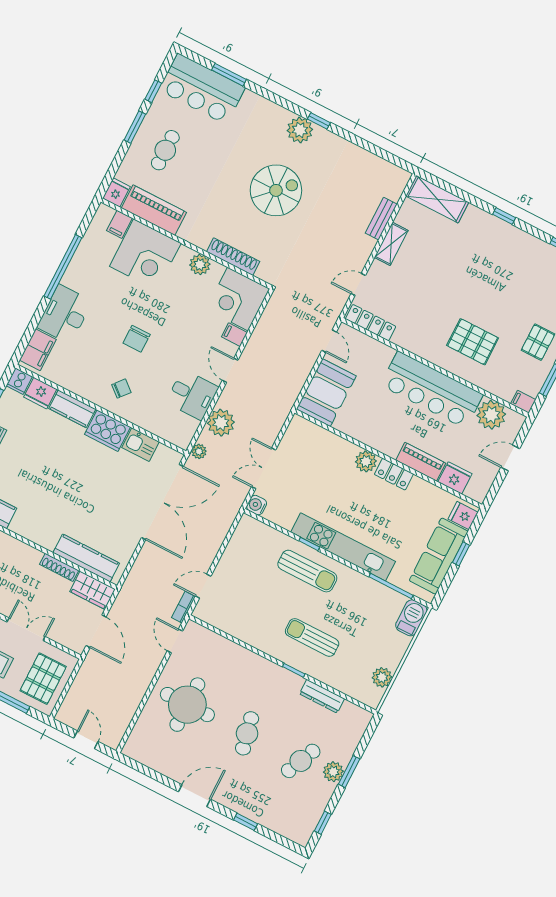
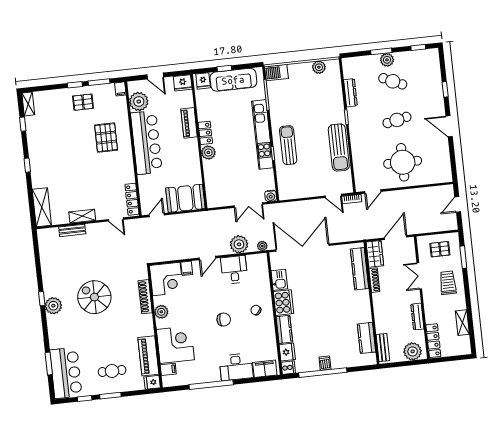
fridge: (455, 478) -> (183, 83), moved, turned -90
sun lounger: (312, 637) -> (339, 148), moved, width x1.36, depth x1.34
pallet: (43, 679) -> (440, 249), width x0.67, depth x0.71

